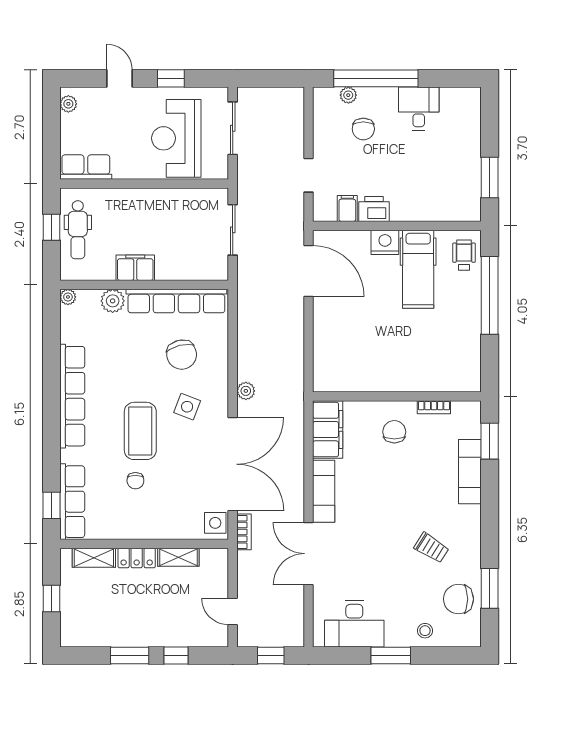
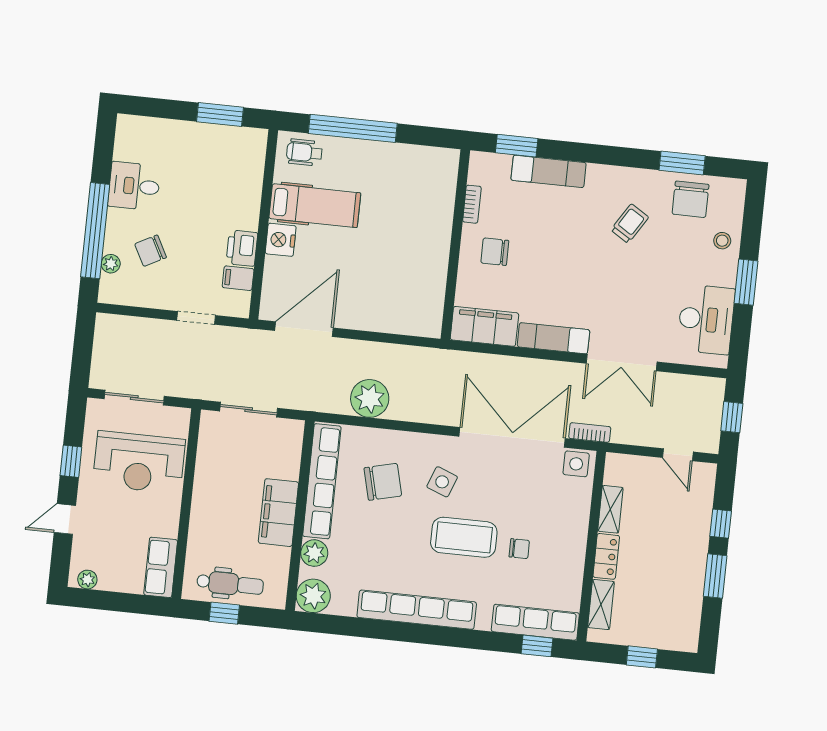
chair: (363, 129) -> (151, 251), turned 152
filing cabinet: (135, 268) -> (278, 513), width x1.50, depth x1.17
plant: (68, 297) -> (313, 596), width x1.88, depth x1.88
plant: (246, 391) -> (370, 398), moved, width x1.88, depth x1.88
door: (233, 611) -> (678, 455), hinge flipped

